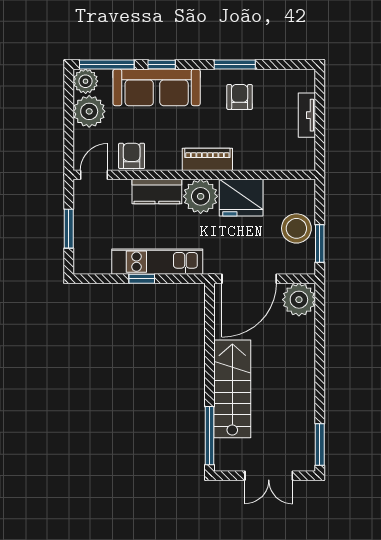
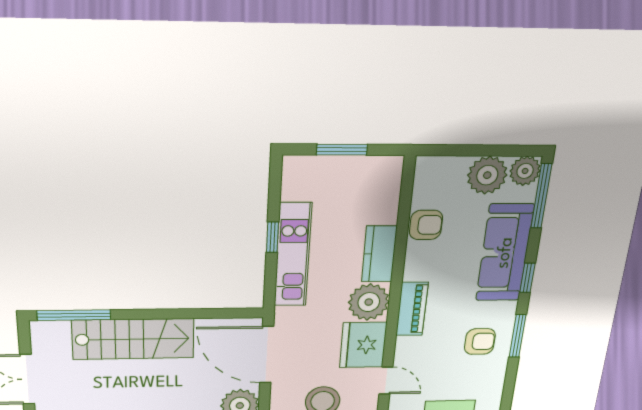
window: (162, 65) -> (527, 278), moved
door: (94, 175) -> (386, 381), moved

